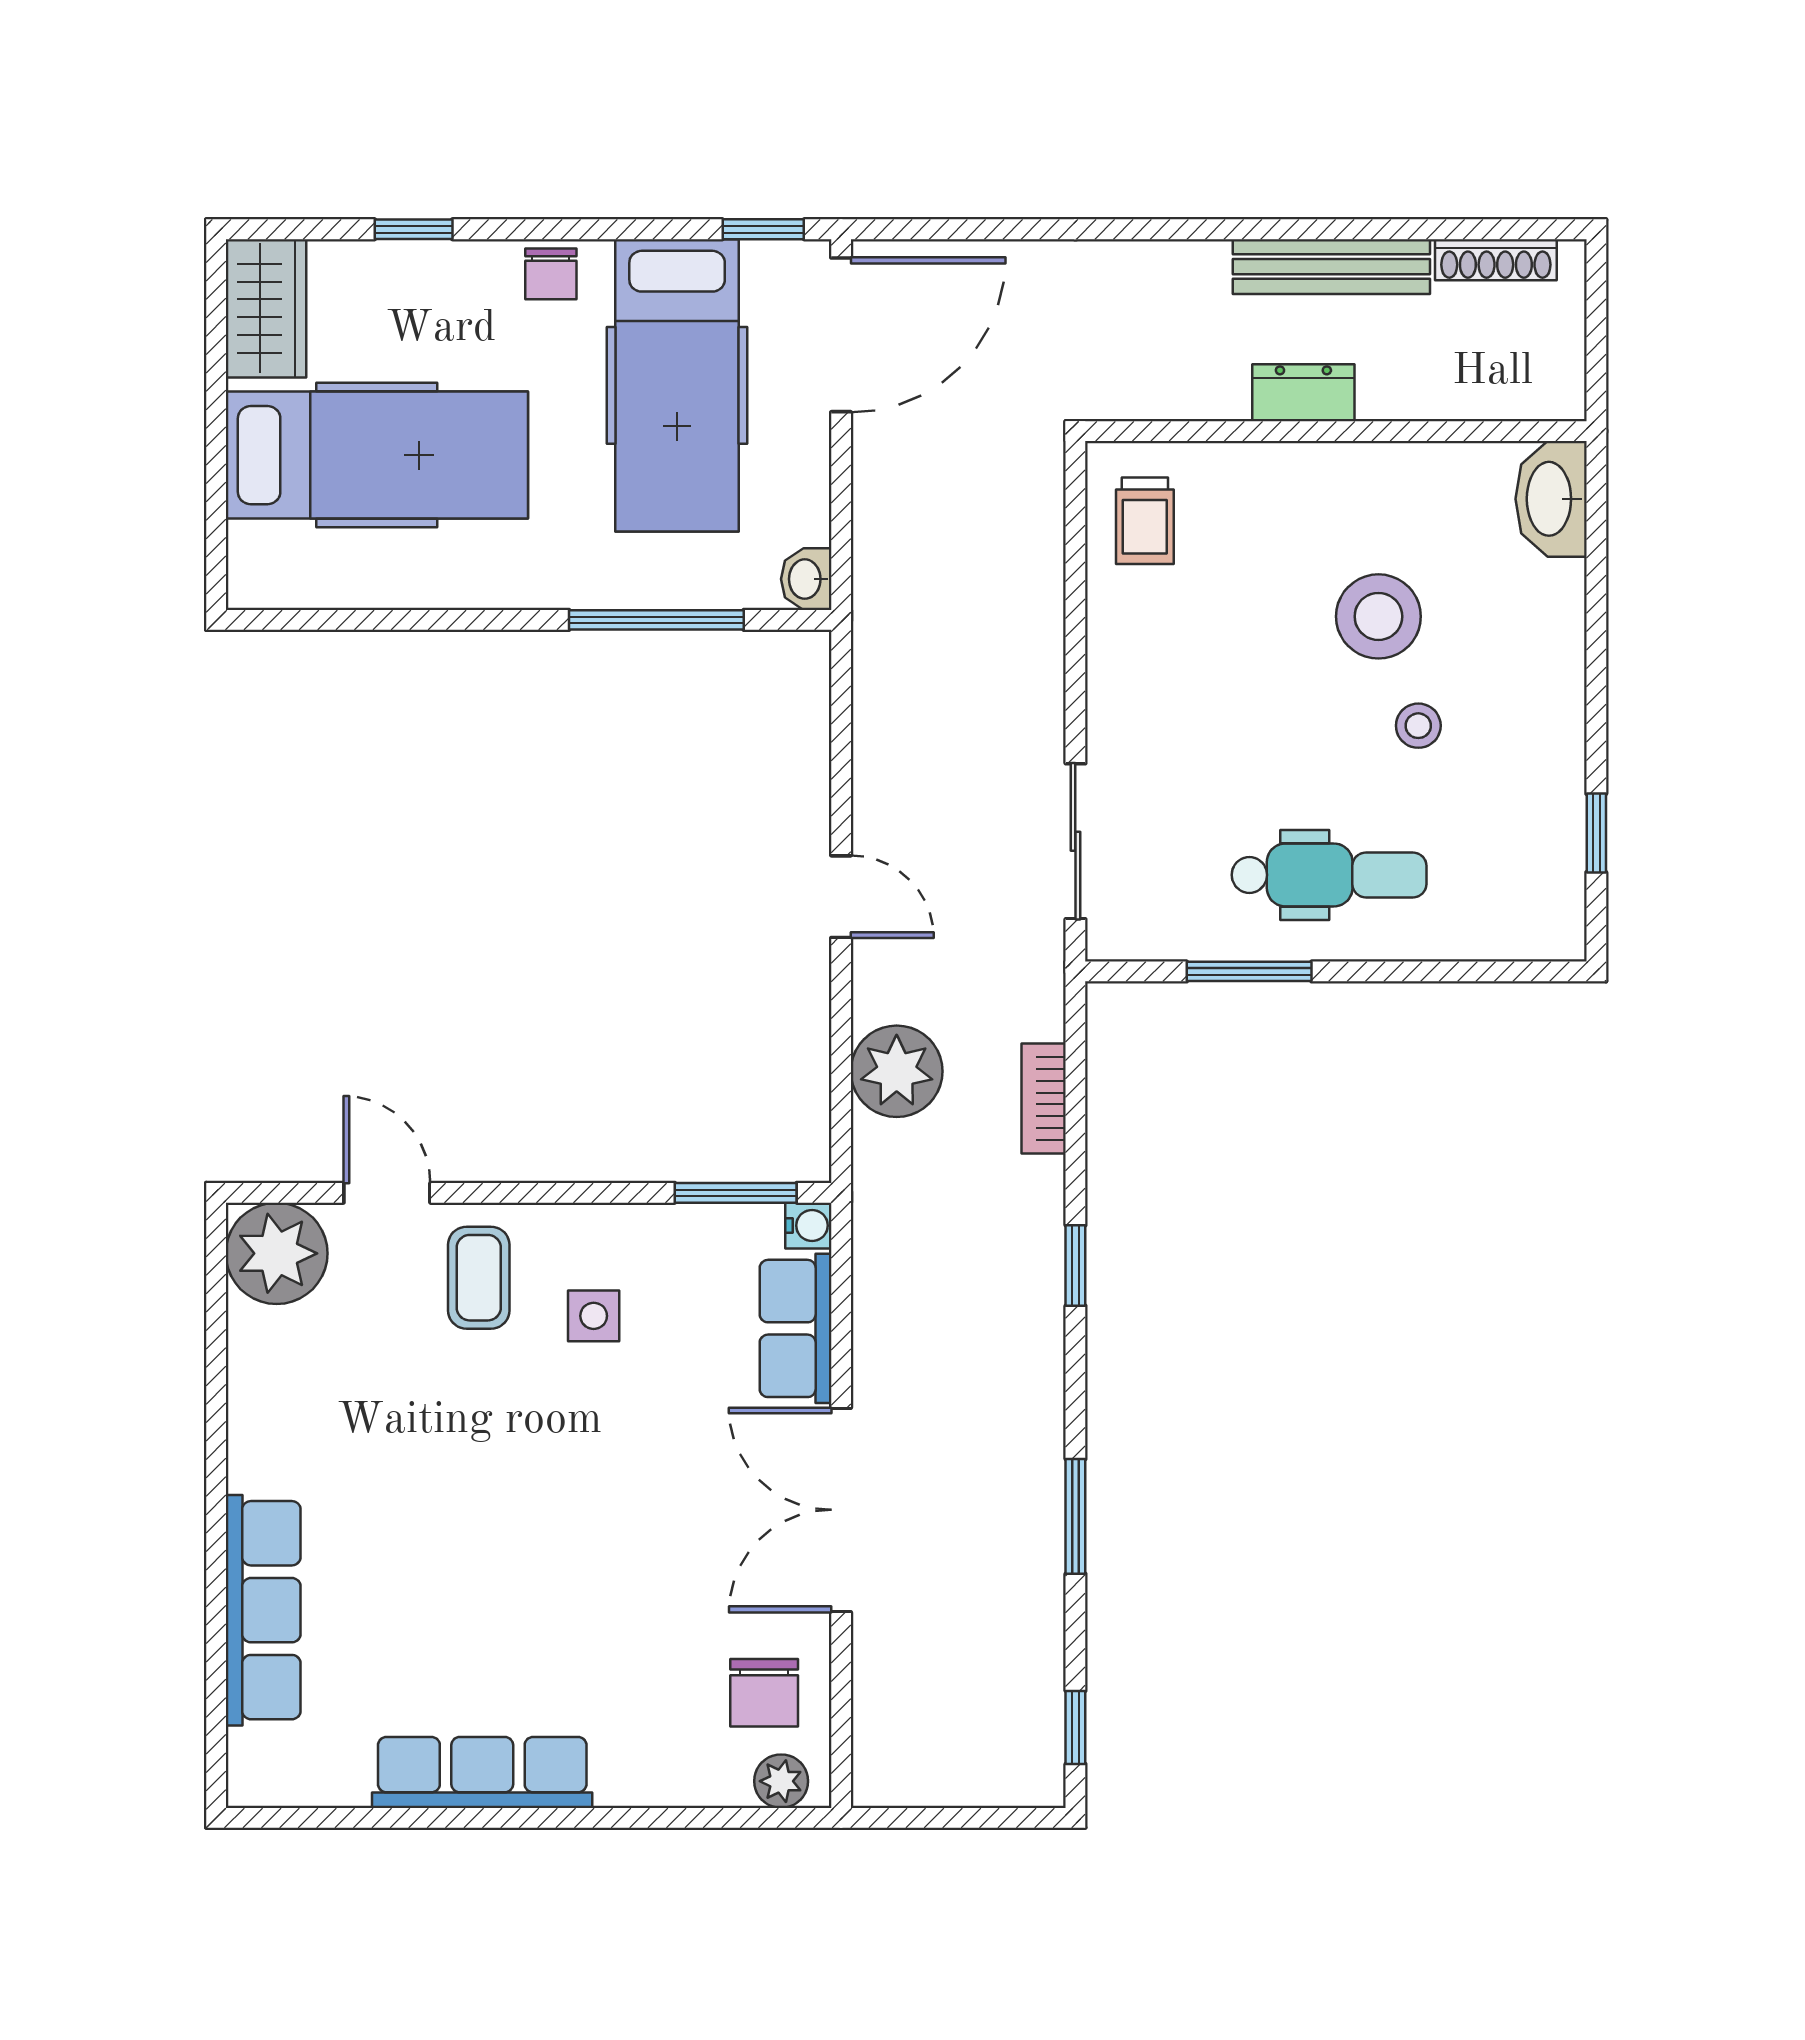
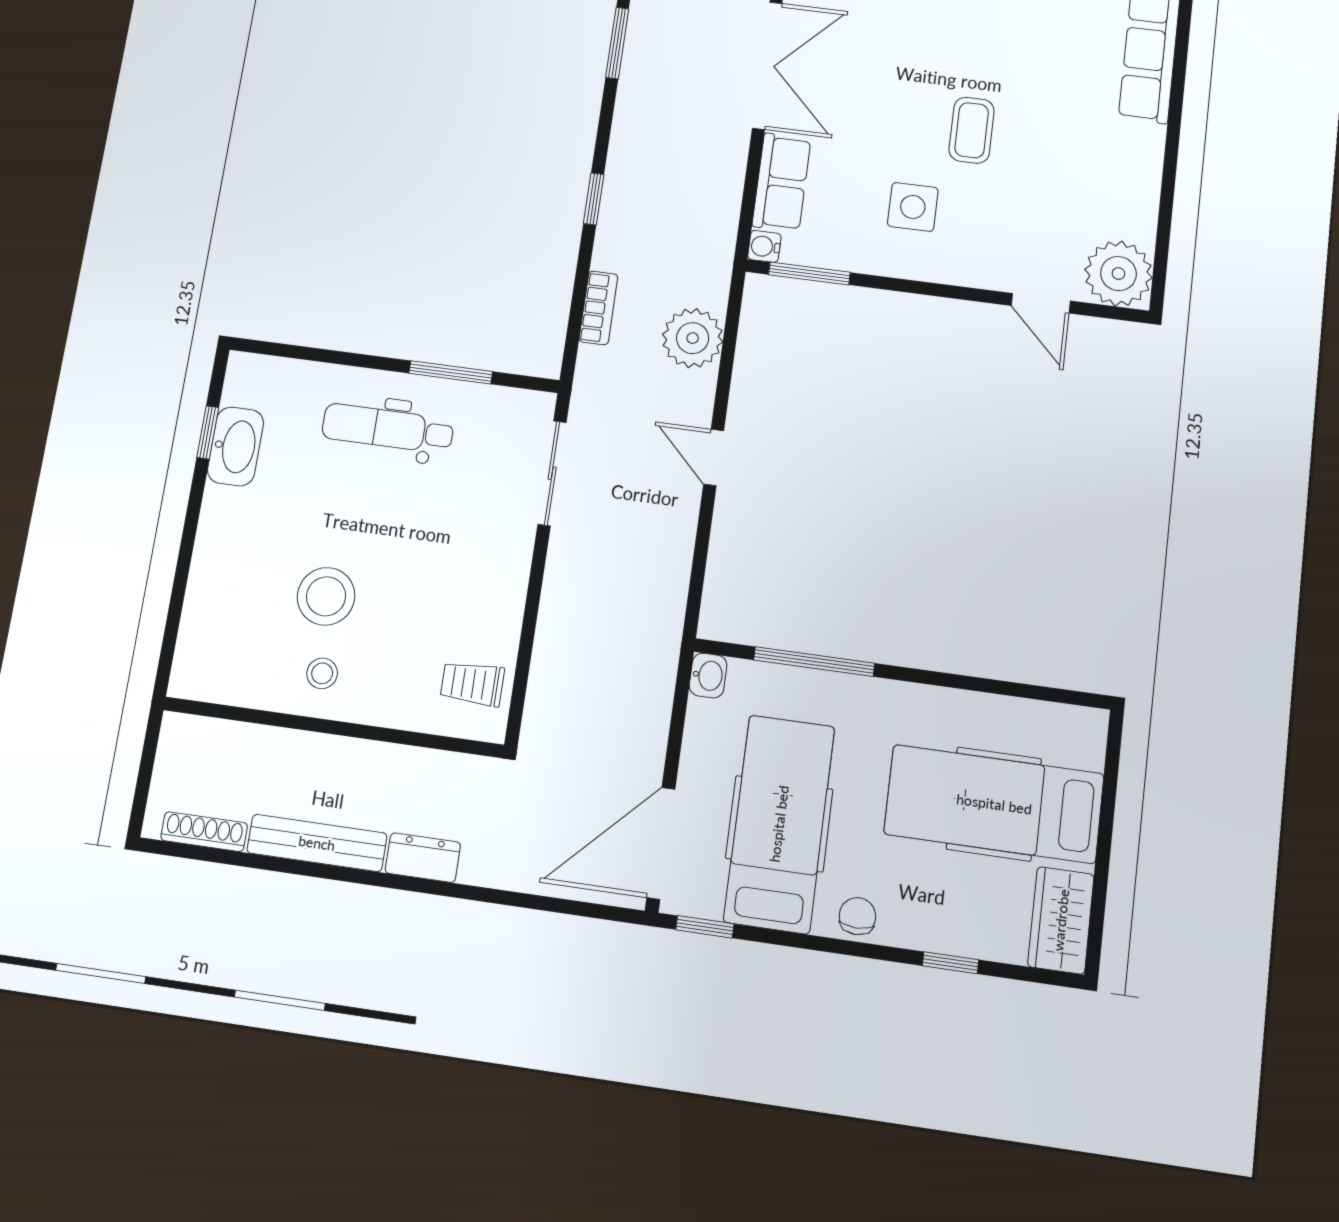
dresser: (1303, 393) -> (423, 858), moved, turned 180
washbasin: (1551, 499) -> (236, 446), moved
trolley: (1145, 521) -> (472, 684), turned -90
stool: (1418, 726) -> (322, 673), moved
coffee table: (479, 1278) -> (972, 130), moved
side table: (594, 1316) -> (913, 207), width x1.37, depth x1.37

